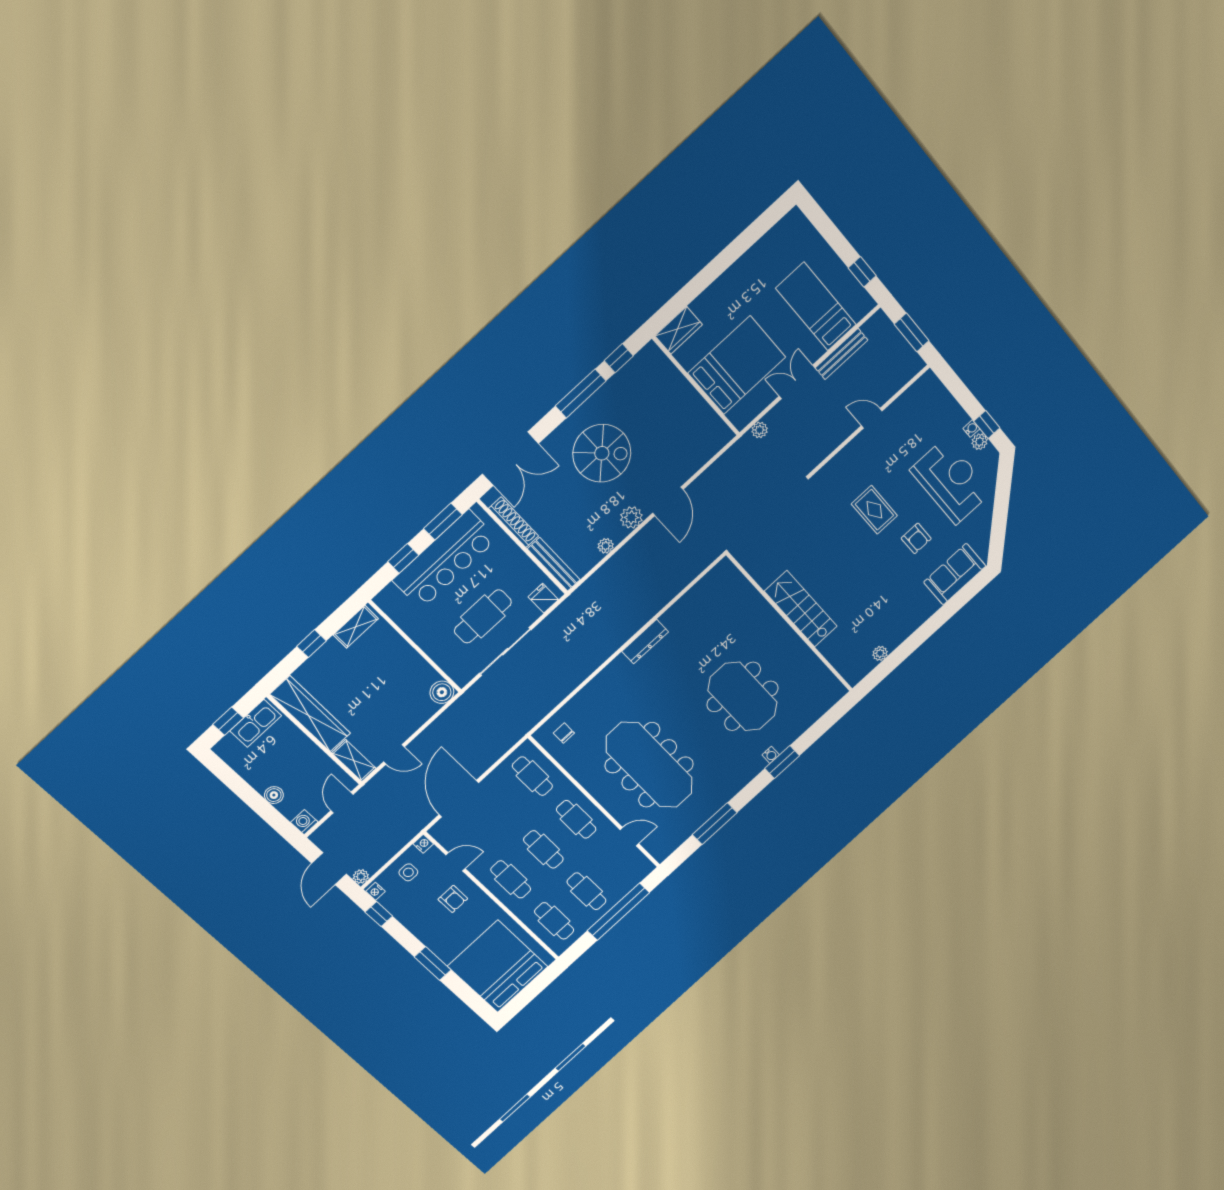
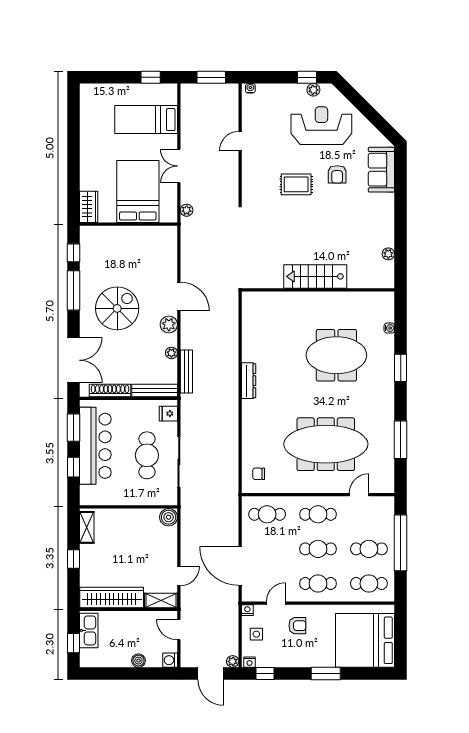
bench: (842, 354) -> (186, 371), moved
water cooler: (971, 429) -> (250, 88), moved
armchair: (916, 538) -> (337, 174), turned 90
water cooler: (771, 755) -> (389, 328), moved

